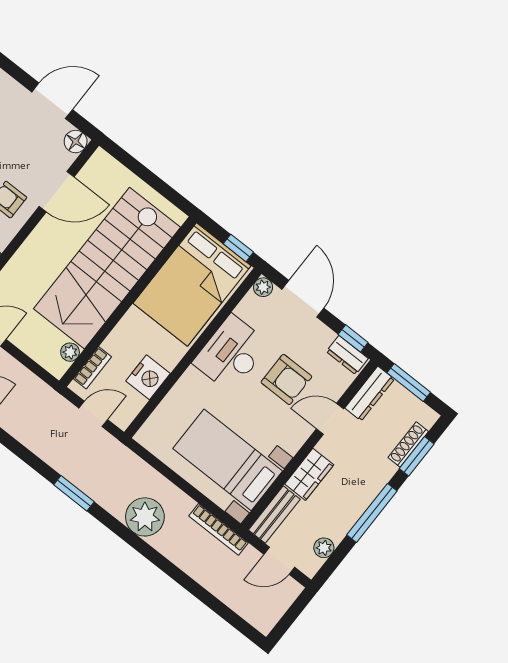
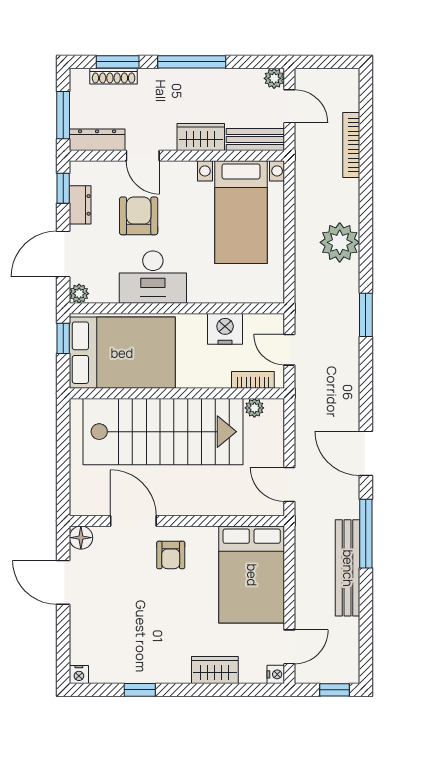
dresser: (347, 355) -> (80, 205), moved
bookcase: (218, 529) -> (351, 145), moved, turned 180
plant: (324, 548) -> (274, 78), moved

